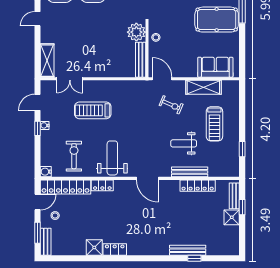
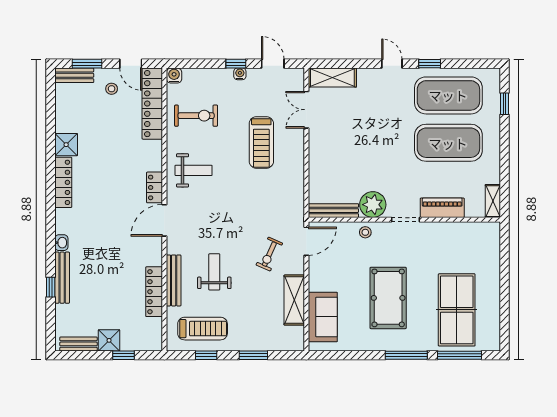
pool table: (217, 20) -> (388, 298), moved
treadmill: (93, 110) -> (261, 142), turned 180
window: (242, 116) -> (253, 355), added
treadmill: (214, 124) -> (203, 329), moved, turned 180
weight bench: (112, 158) -> (194, 170), width x0.73, depth x0.75
locker: (102, 185) -> (155, 187), moved
bench: (234, 196) -> (78, 344), moved
locker: (115, 249) -> (63, 182), width x1.53
washbasin: (163, 251) -> (61, 243), added

